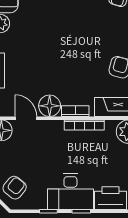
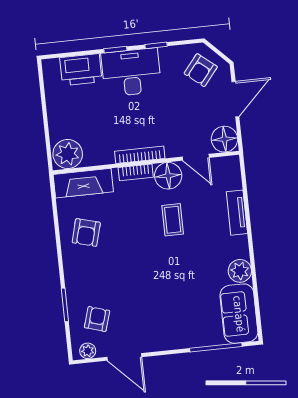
coffee table: (50, 70) -> (173, 220), added
bookcase: (84, 125) -> (140, 155), moved

